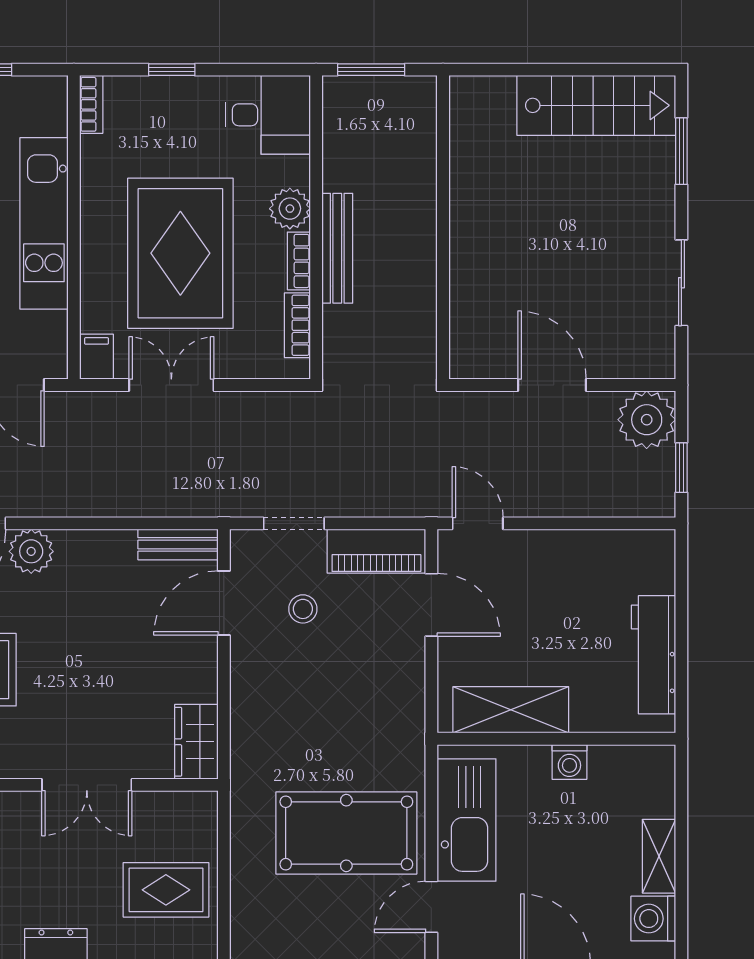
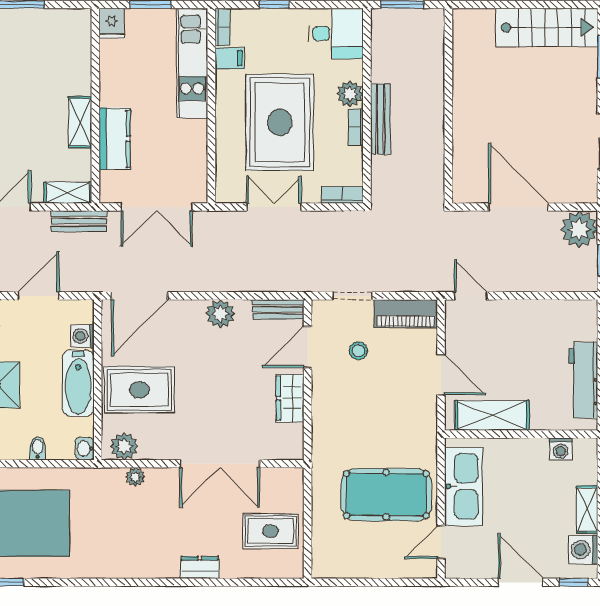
kitchen unit: (44, 223) -> (192, 63), moved
bookcase: (297, 325) -> (342, 195), moved, turned 90
filing cabinet: (97, 357) -> (230, 58), moved, turned 90
door: (552, 385) -> (518, 207), width x1.36
plant: (31, 551) -> (220, 314), moved
door: (431, 605) -> (441, 375), moved
wardrobe: (196, 742) -> (290, 398), moved
washing machine: (569, 762) -> (561, 449), moved
double door: (87, 785) -> (220, 464), width x1.37

